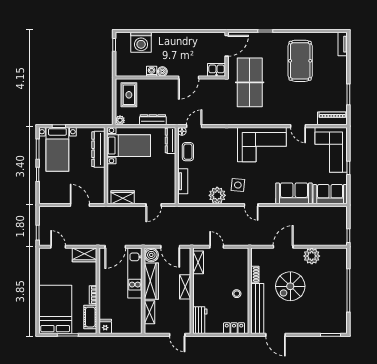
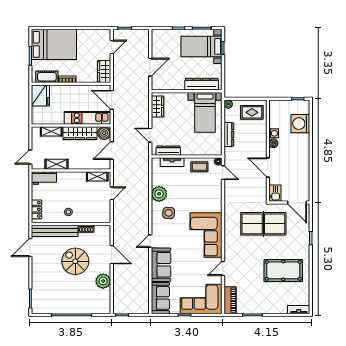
dresser: (170, 140) -> (168, 151), moved
door: (251, 205) -> (150, 241), moved
shelving: (185, 287) -> (57, 164), moved
fridge: (105, 326) -> (40, 95), width x1.88, depth x1.34

